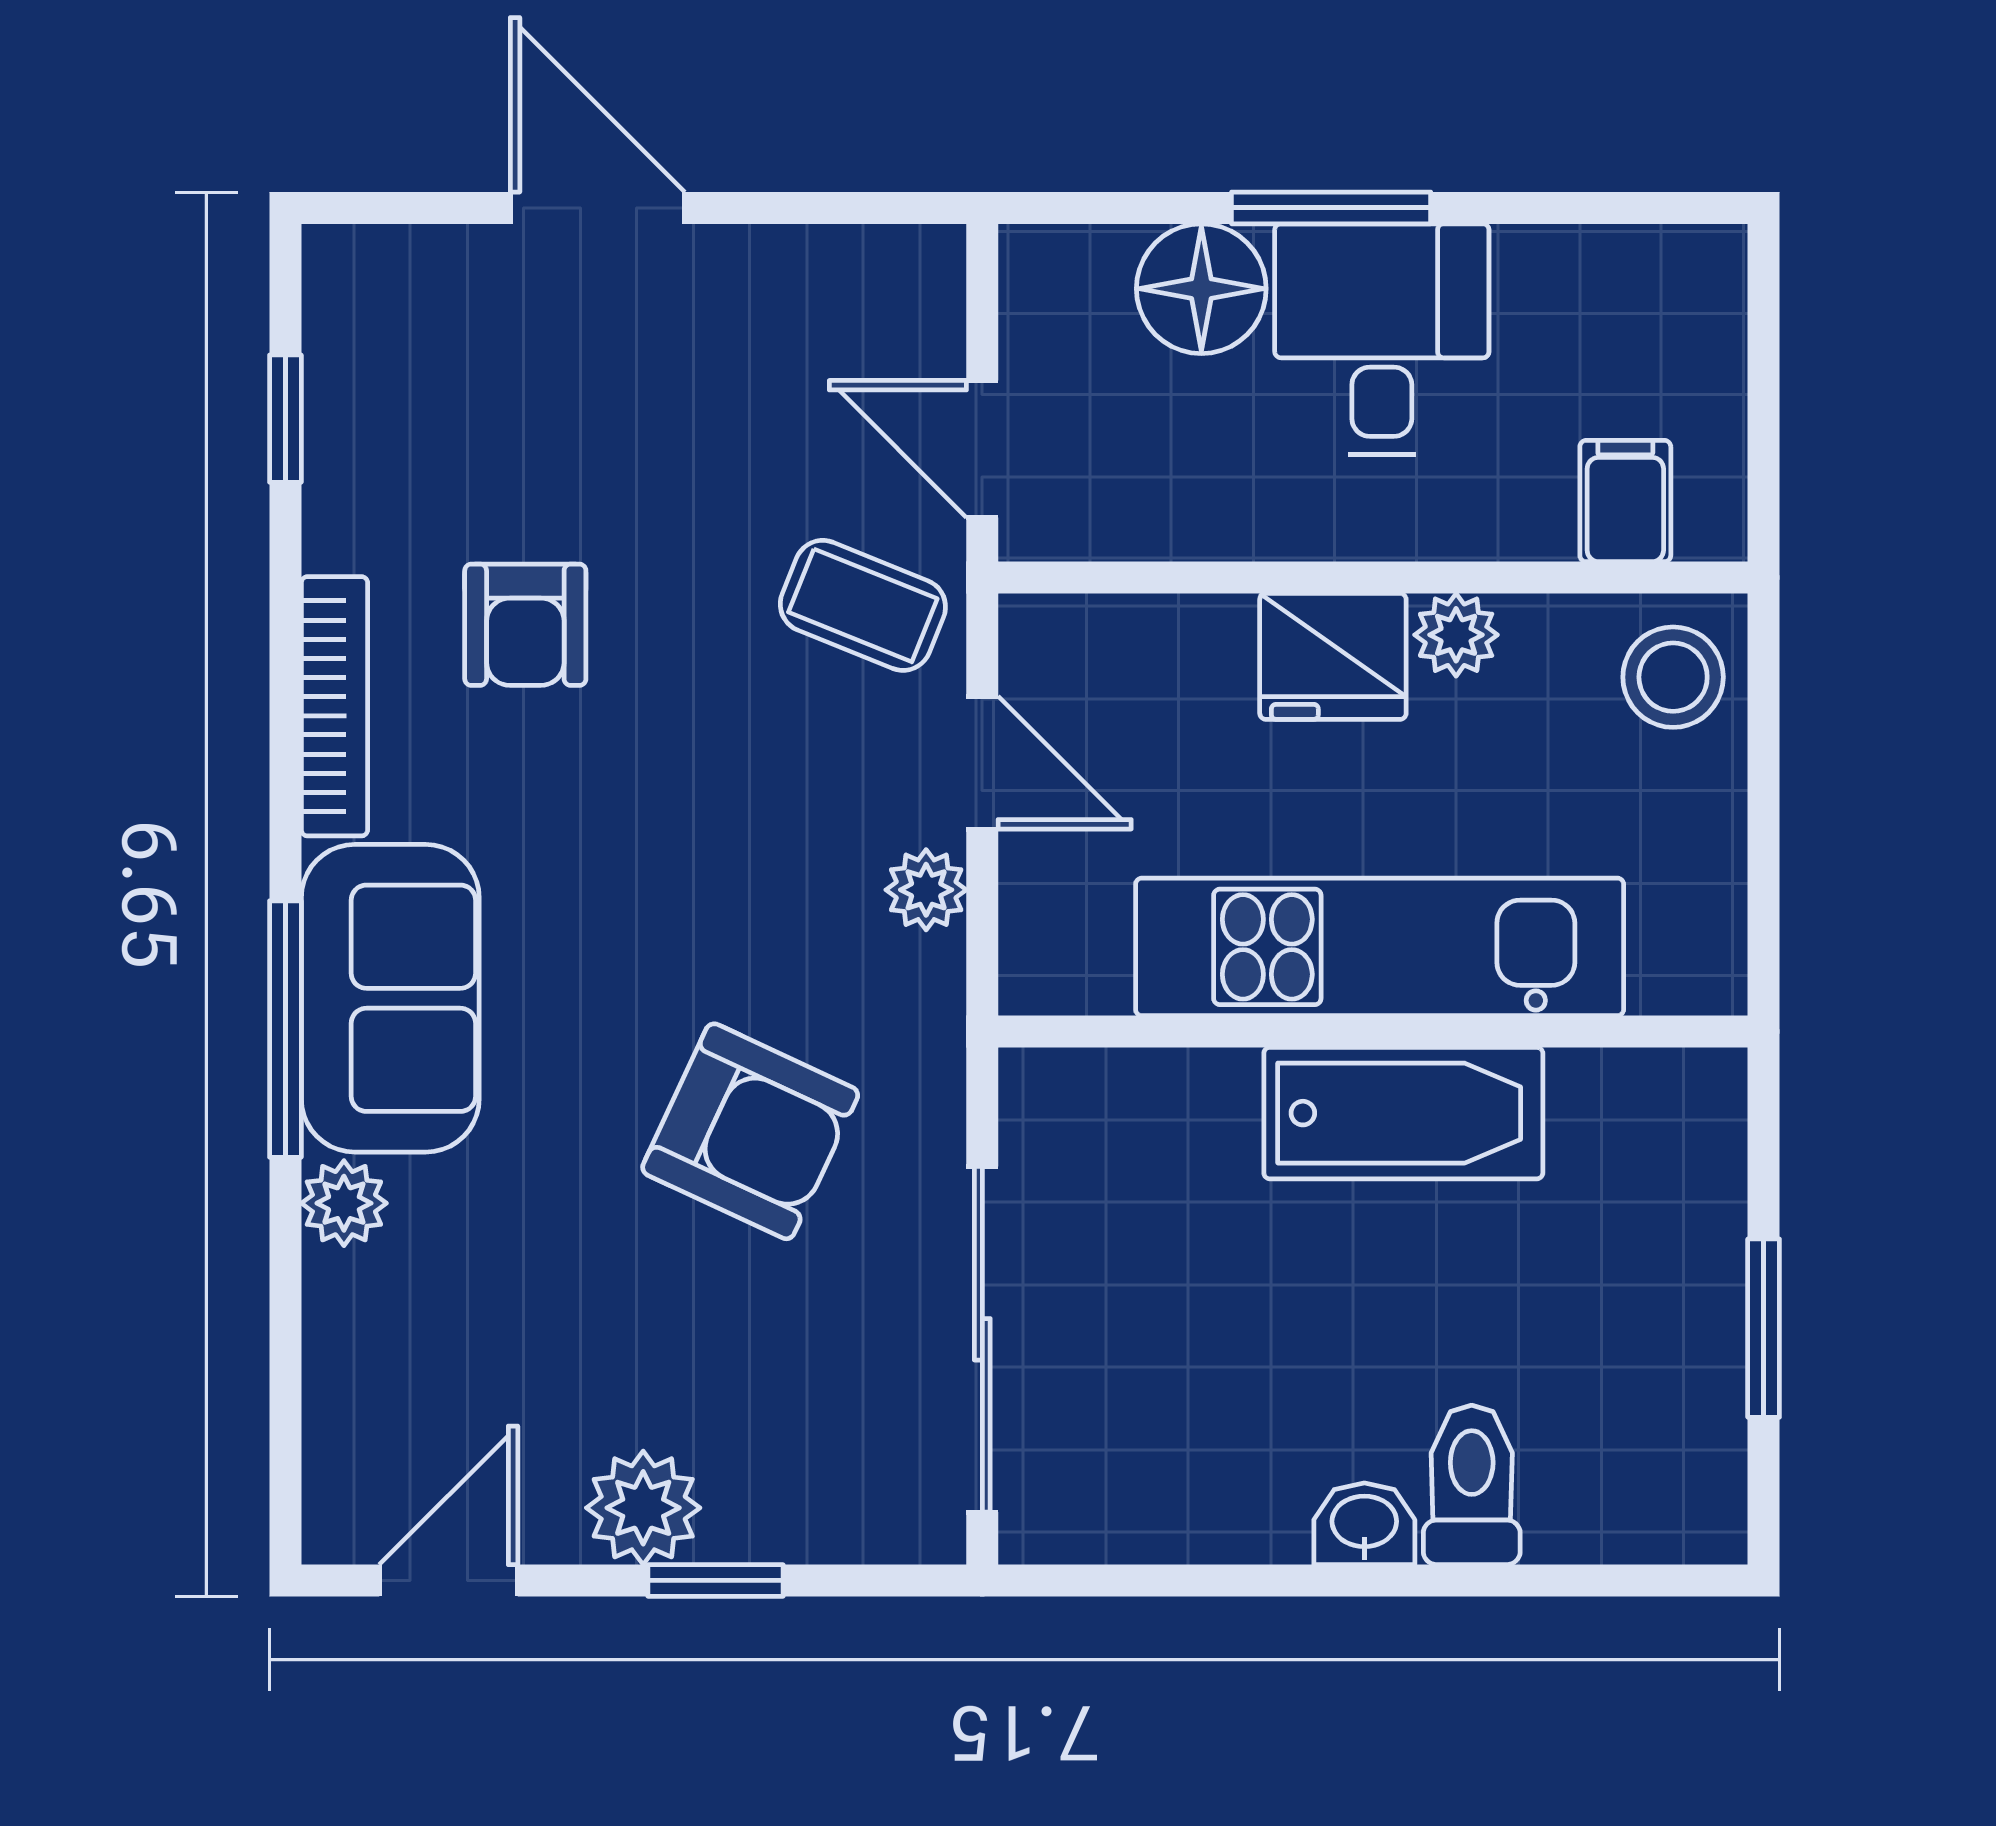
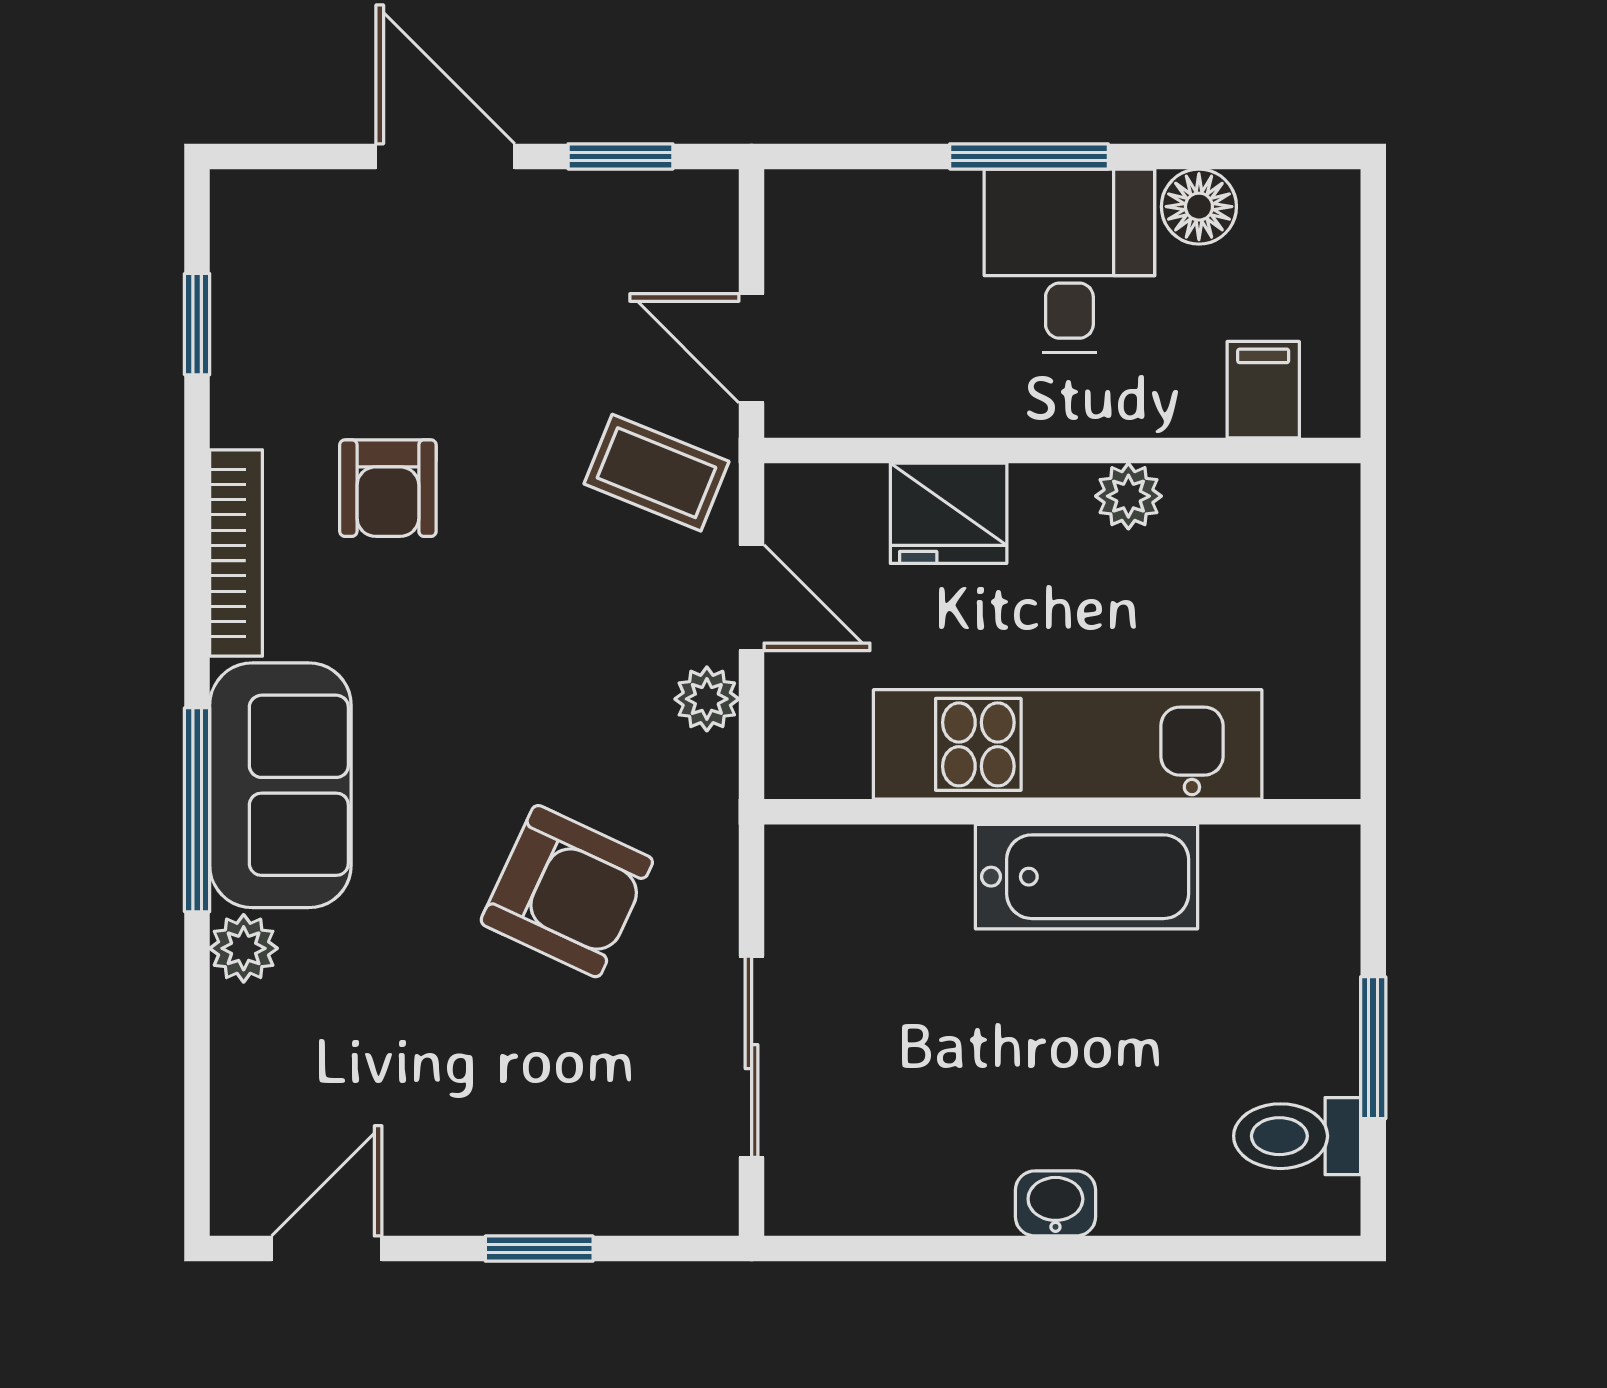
window: (818, 208) -> (621, 156), added
floor lamp: (1201, 289) -> (1199, 207), moved, width x0.73, depth x0.73
fridge: (1333, 656) -> (949, 513), moved
stool: (1673, 677) -> (1301, 530), removed
sliding door: (982, 1339) -> (752, 1057), width x0.73
toilet: (1472, 1485) -> (1297, 1136), moved, turned -90
plant: (643, 1508) -> (482, 1191), removed

